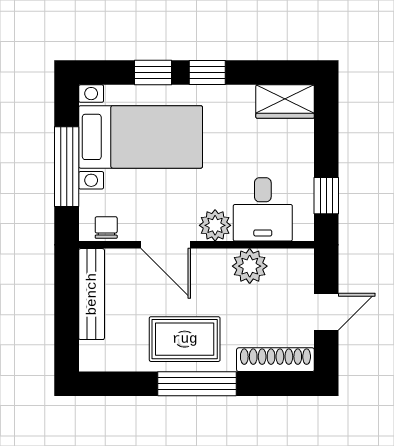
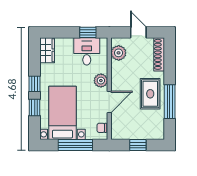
desk: (263, 209) -> (87, 51), moved, turned -90
plant: (250, 266) -> (119, 53), moved
bench: (92, 294) -> (131, 134), removed
window: (67, 311) -> (138, 145), added
window: (197, 384) -> (170, 102), moved

